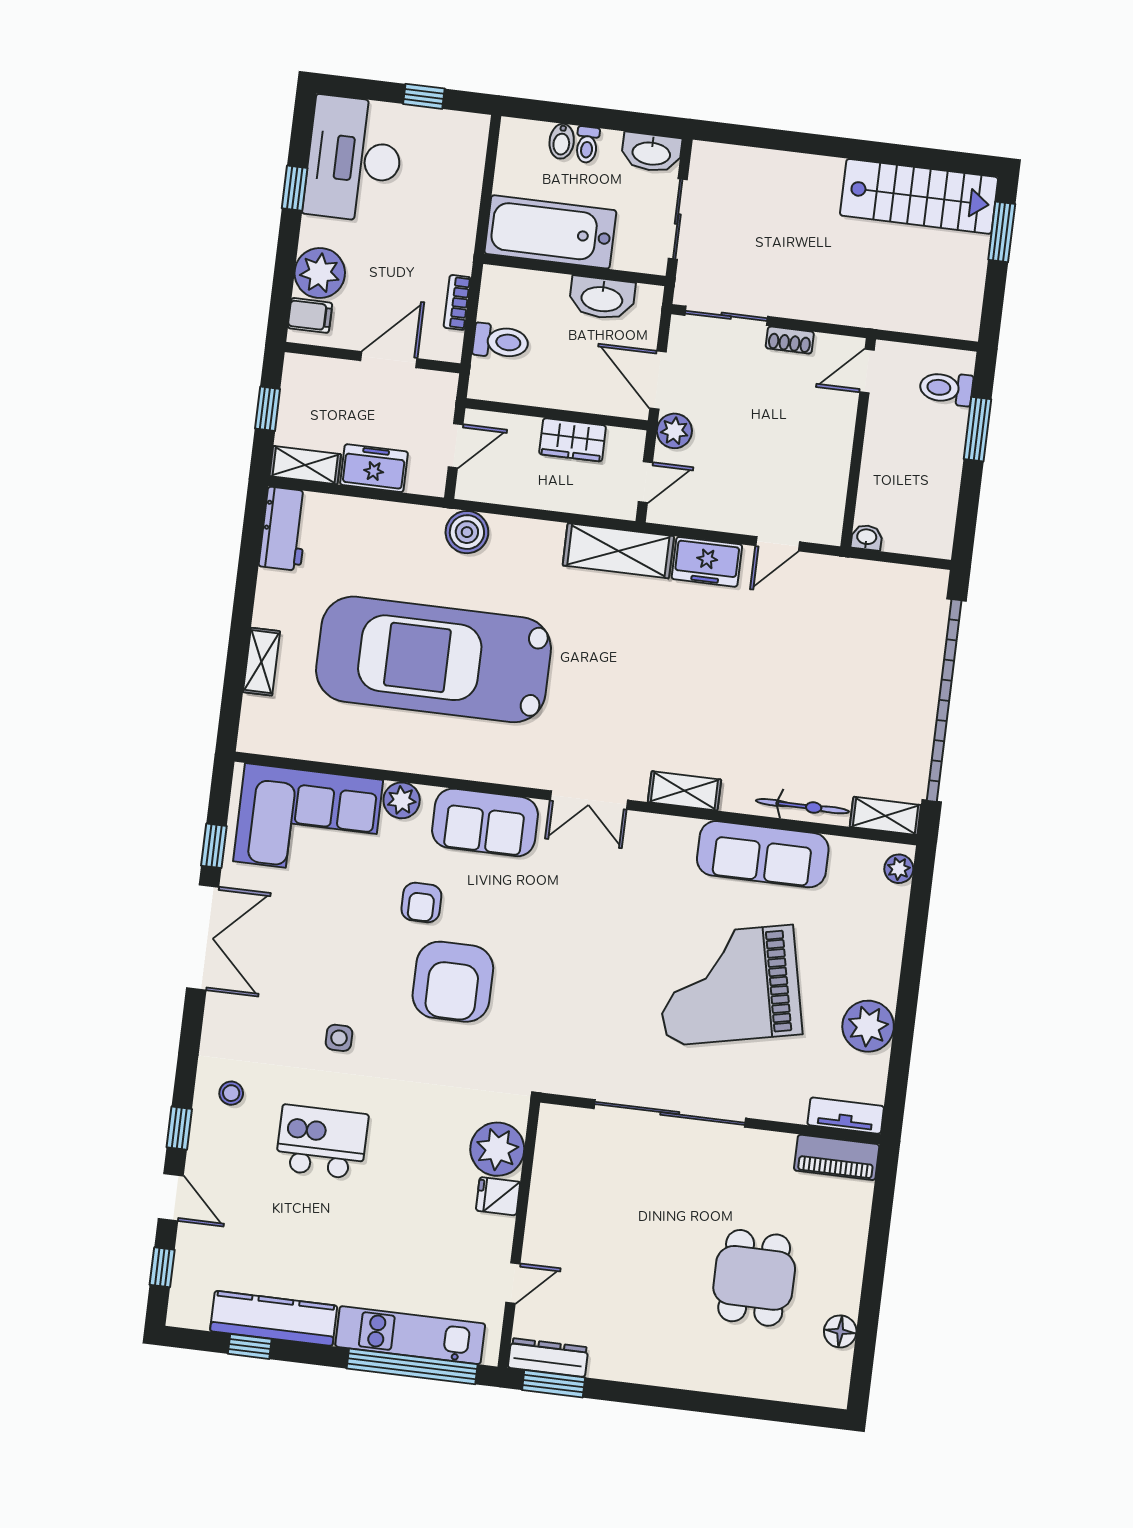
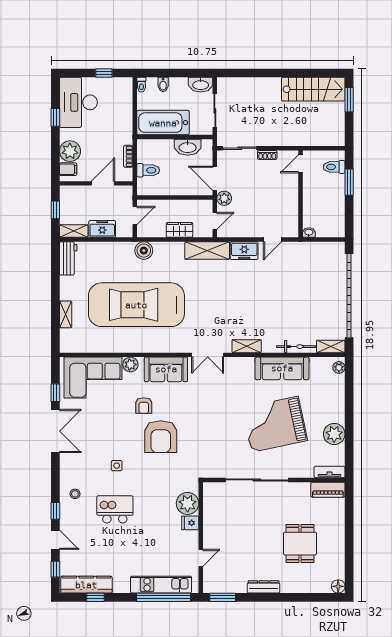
toilet: (587, 145) -> (141, 85), moved
wardrobe: (573, 440) -> (179, 230), moved, turned 180
kitchen counter: (274, 1318) -> (86, 585), moved
floor lamp: (840, 1331) -> (338, 586), moved
dresser: (548, 1358) -> (264, 587), moved

